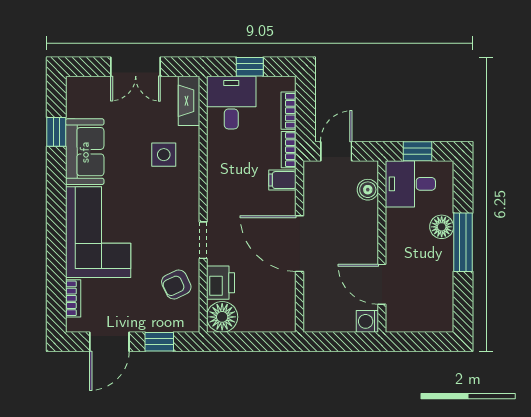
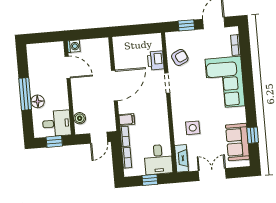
sofa: (85, 152) -> (237, 142), moved
door: (300, 244) -> (114, 86), hinge flipped
floor lamp: (222, 317) -> (153, 42), removed

